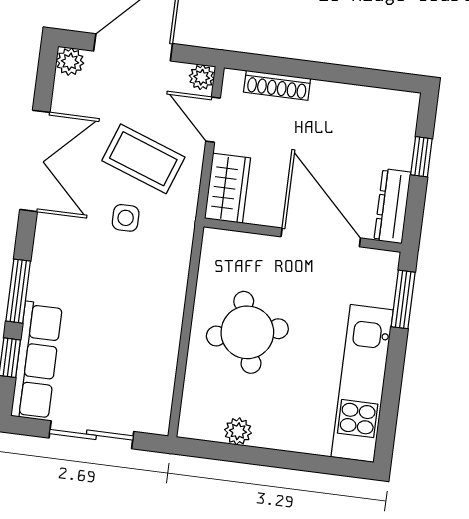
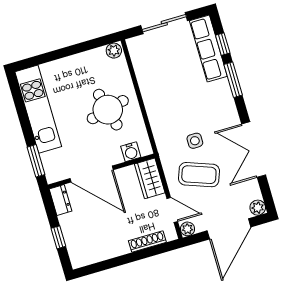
dresser: (392, 206) -> (60, 200), width x0.70
water cooler: (240, 246) -> (131, 152), added
plant: (238, 431) -> (114, 51), moved

